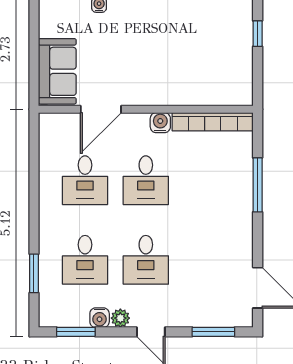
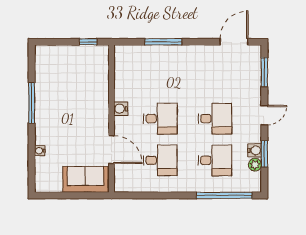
window: (258, 34) -> (88, 42), moved
bookcase: (213, 122) -> (120, 73), removed
window: (34, 273) -> (224, 195), width x2.11
plant: (120, 318) -> (255, 165), moved
window: (76, 332) -> (264, 154), moved

